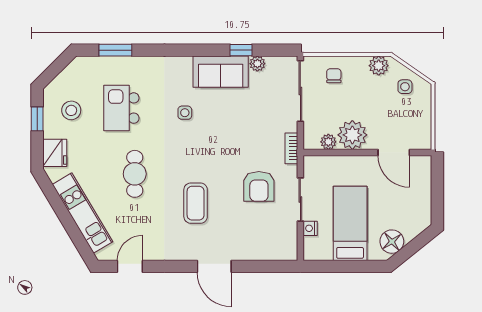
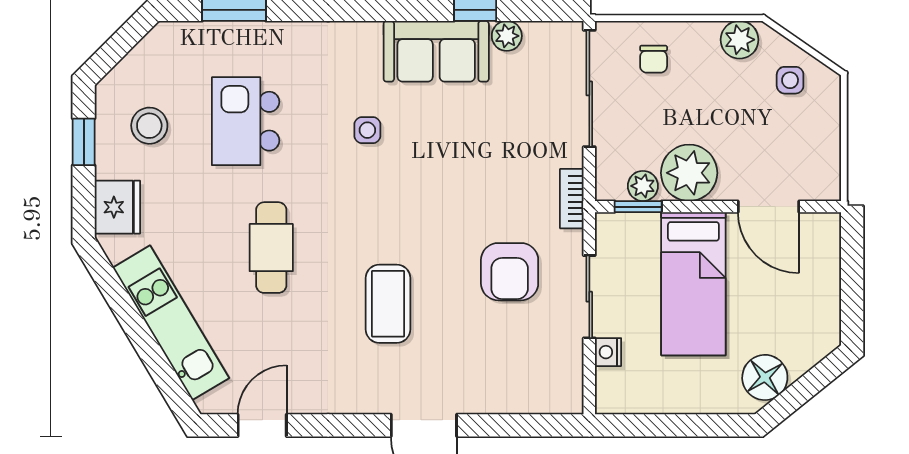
chair: (334, 76) -> (654, 59), turned 180
window: (326, 153) -> (638, 207), added
bed: (350, 223) -> (693, 284), moved, turned 180

